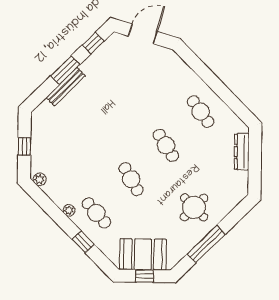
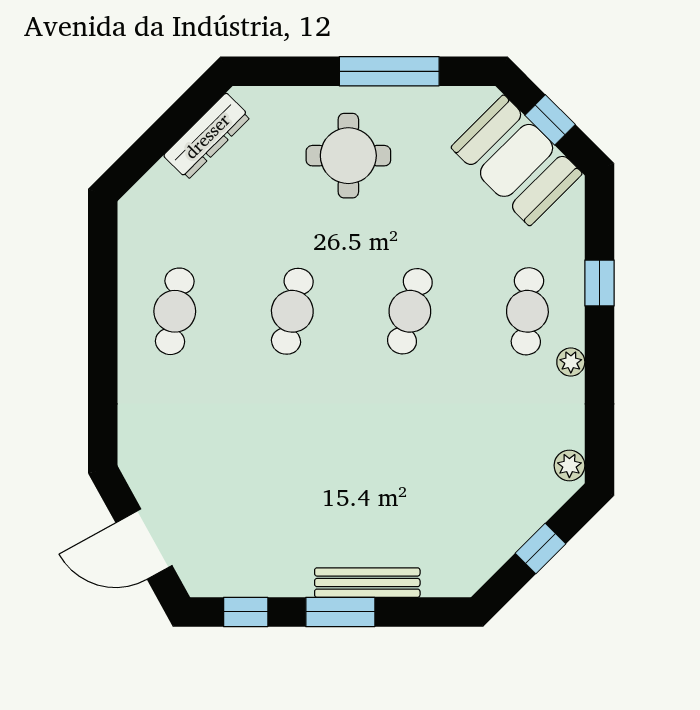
dresser: (242, 152) -> (207, 136), moved

